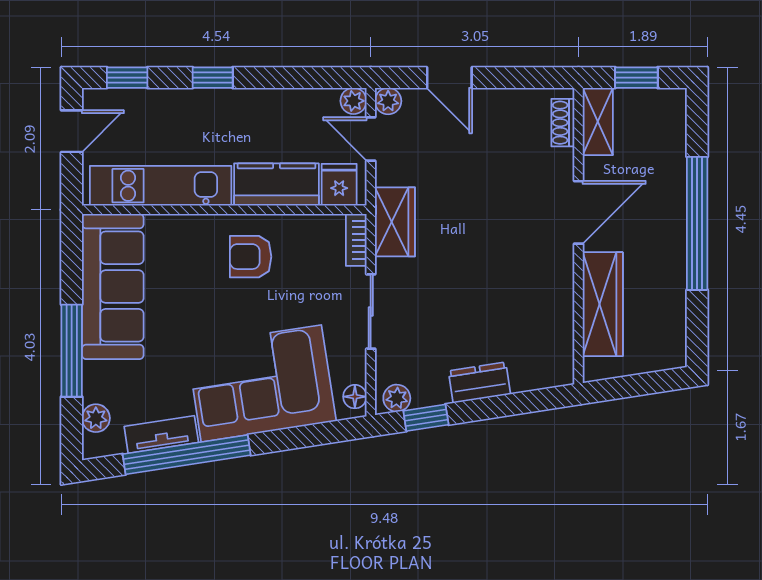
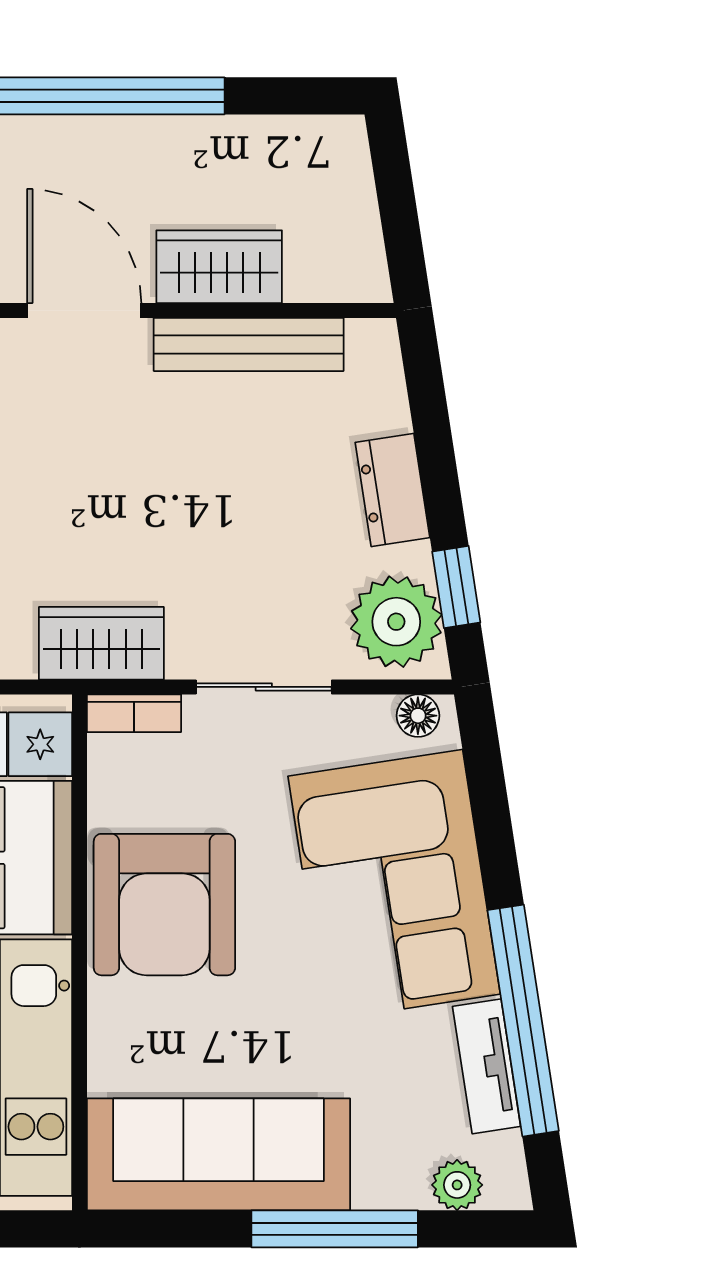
armchair: (251, 257) -> (164, 905), width x1.88, depth x1.88
bench: (560, 303) -> (249, 345), added
wardrobe: (603, 304) -> (219, 267), width x0.67
plant: (397, 398) -> (396, 622), width x1.88, depth x1.88

